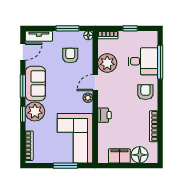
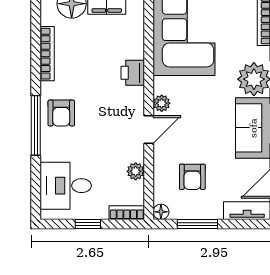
desk: (143, 61) -> (66, 186), moved
window: (160, 62) -> (36, 125), moved
plant: (107, 63) -> (136, 171), width x0.53, depth x0.53

